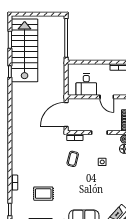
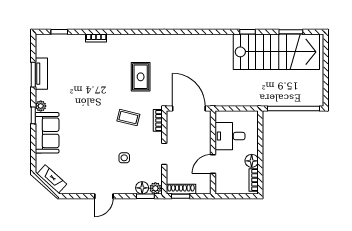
floor lamp: (104, 69) -> (252, 161), added
rug: (43, 194) -> (141, 77), moved

